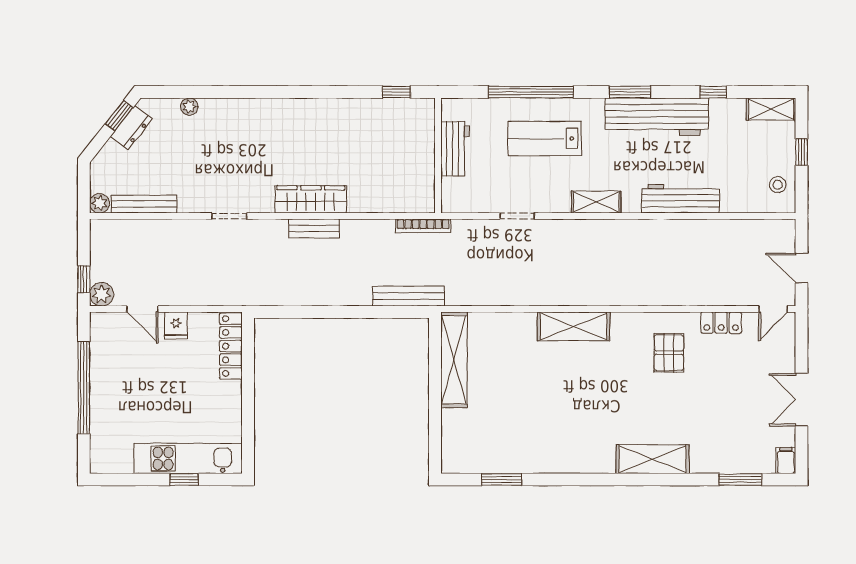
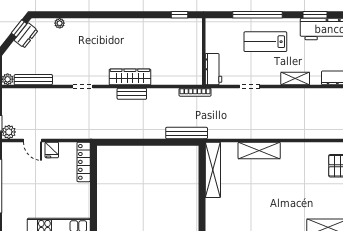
workbench: (455, 149) -> (213, 69), moved
shelving: (574, 326) -> (259, 150), moved

